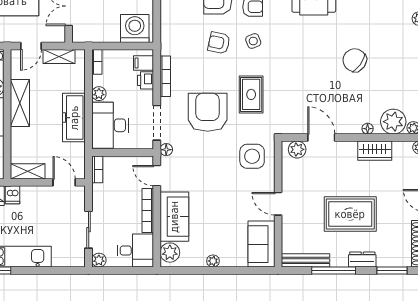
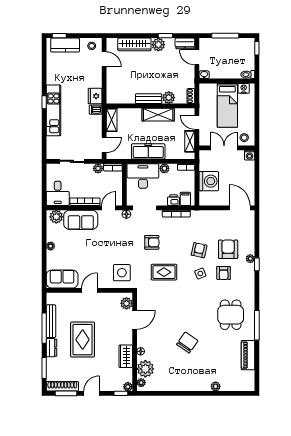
washing machine: (135, 29) -> (209, 181), moved
armchair: (208, 112) -> (152, 242), width x0.53, depth x0.53
plant: (99, 260) -> (98, 168), moved
bench: (306, 260) -> (51, 321), moved

